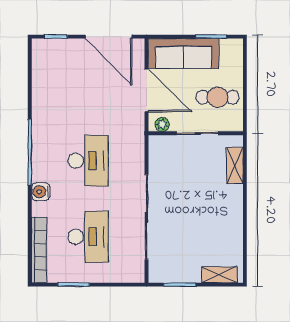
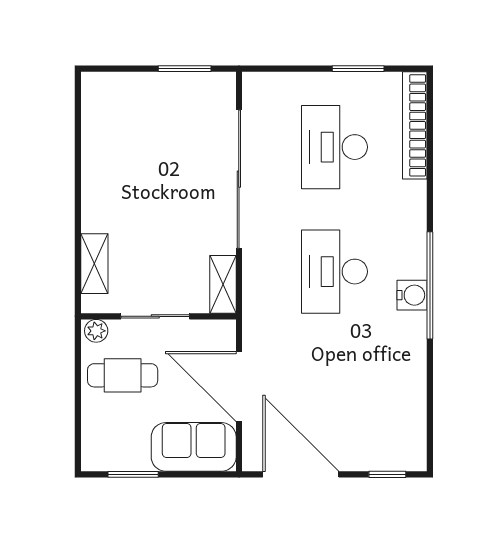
sofa: (183, 53) -> (194, 447), width x0.73
plant: (162, 124) -> (96, 331), moved
water cooler: (41, 192) -> (412, 295), moved
shelving: (220, 275) -> (223, 284), moved, turned 90

